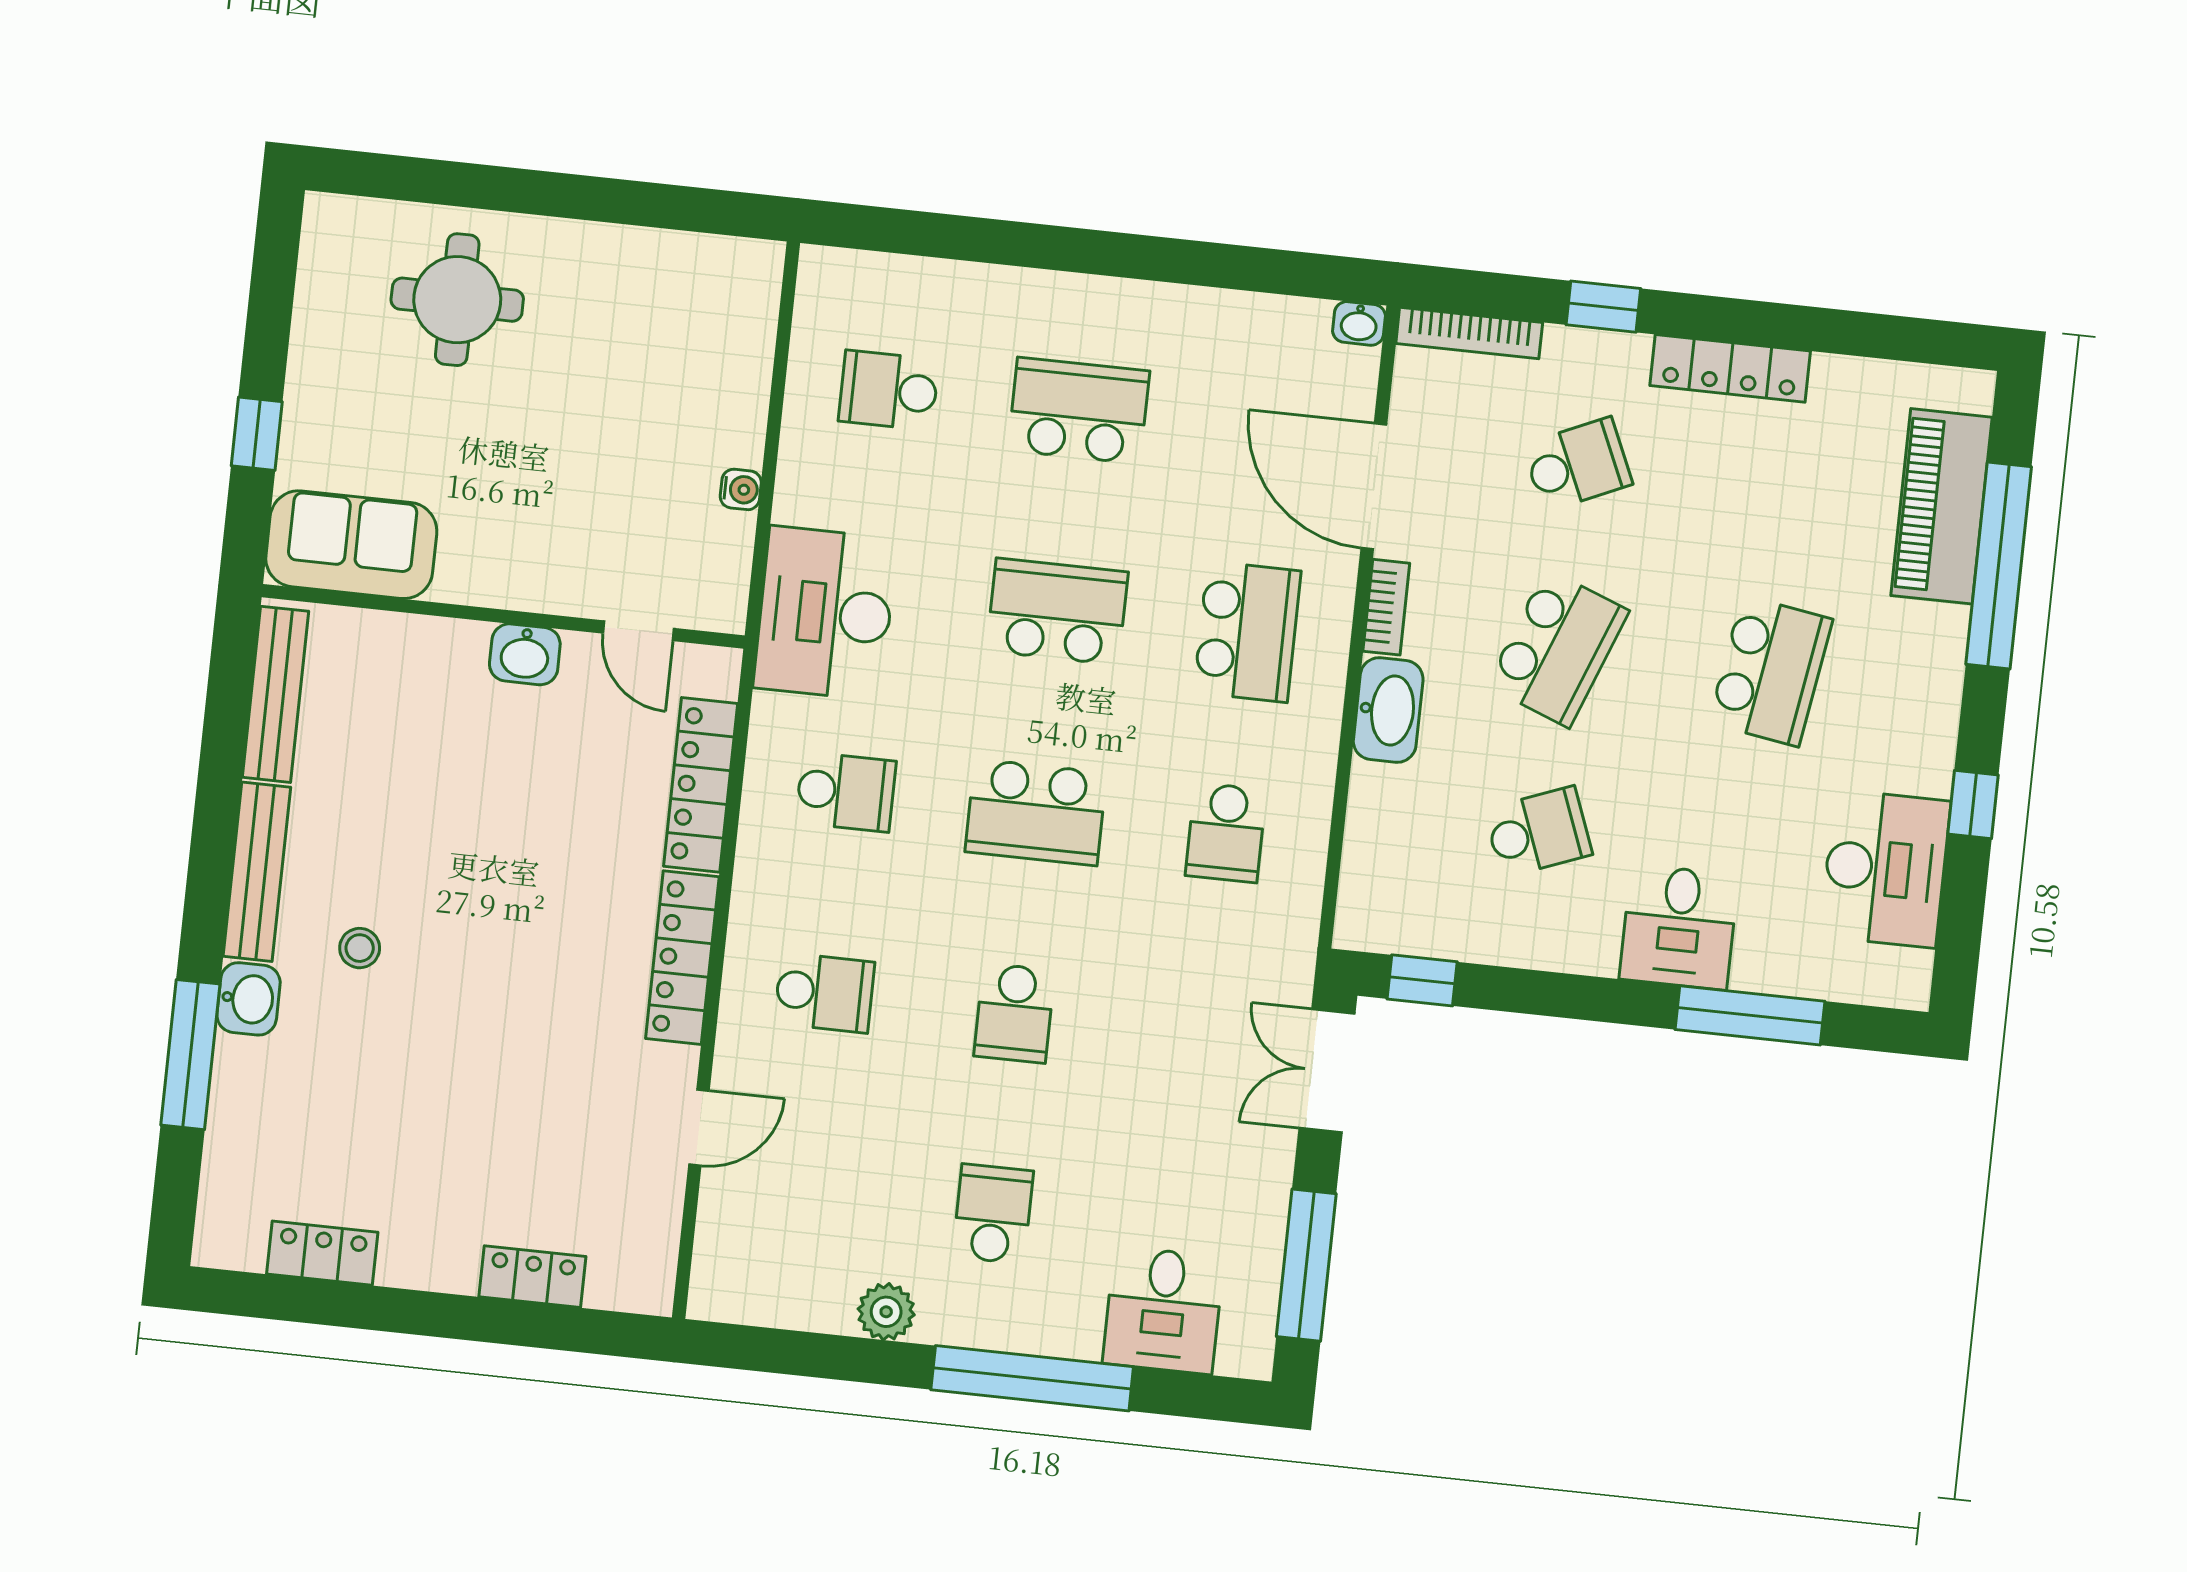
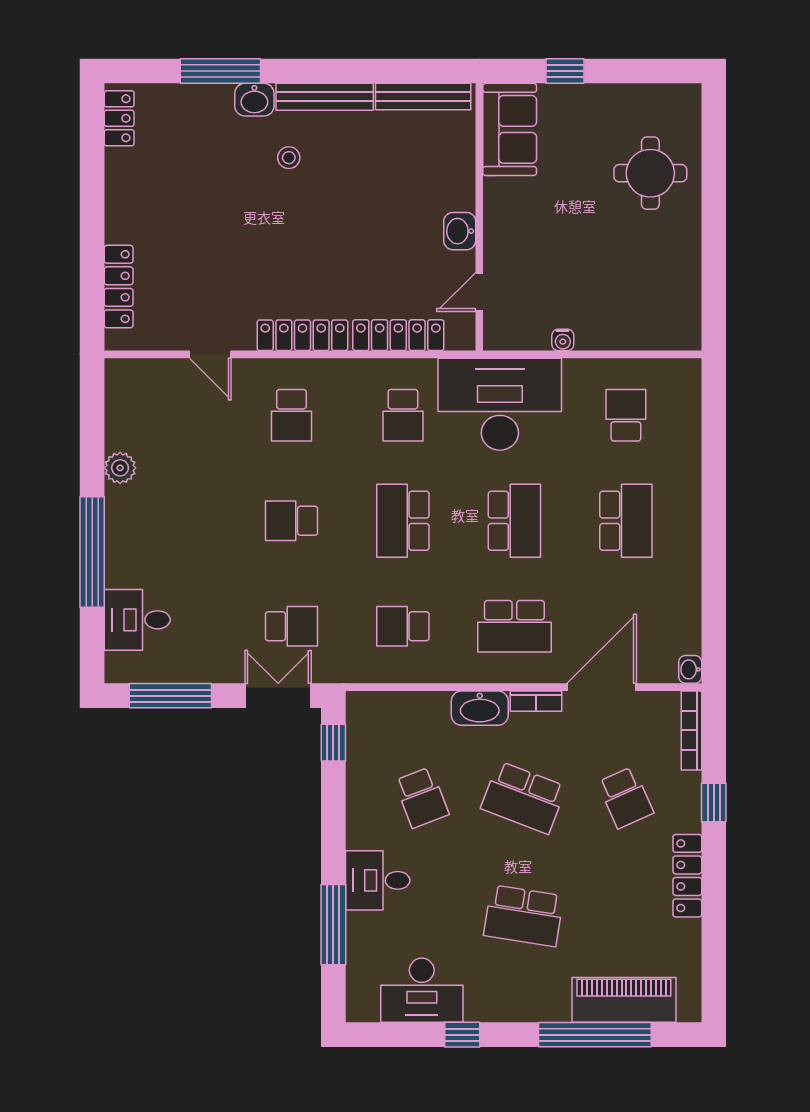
desk: (825, 613) -> (500, 404), width x1.36, depth x1.30
school desk: (993, 1214) -> (291, 626), moved
locker: (322, 1253) -> (119, 118), moved
locker: (532, 1277) -> (119, 287), width x1.53

